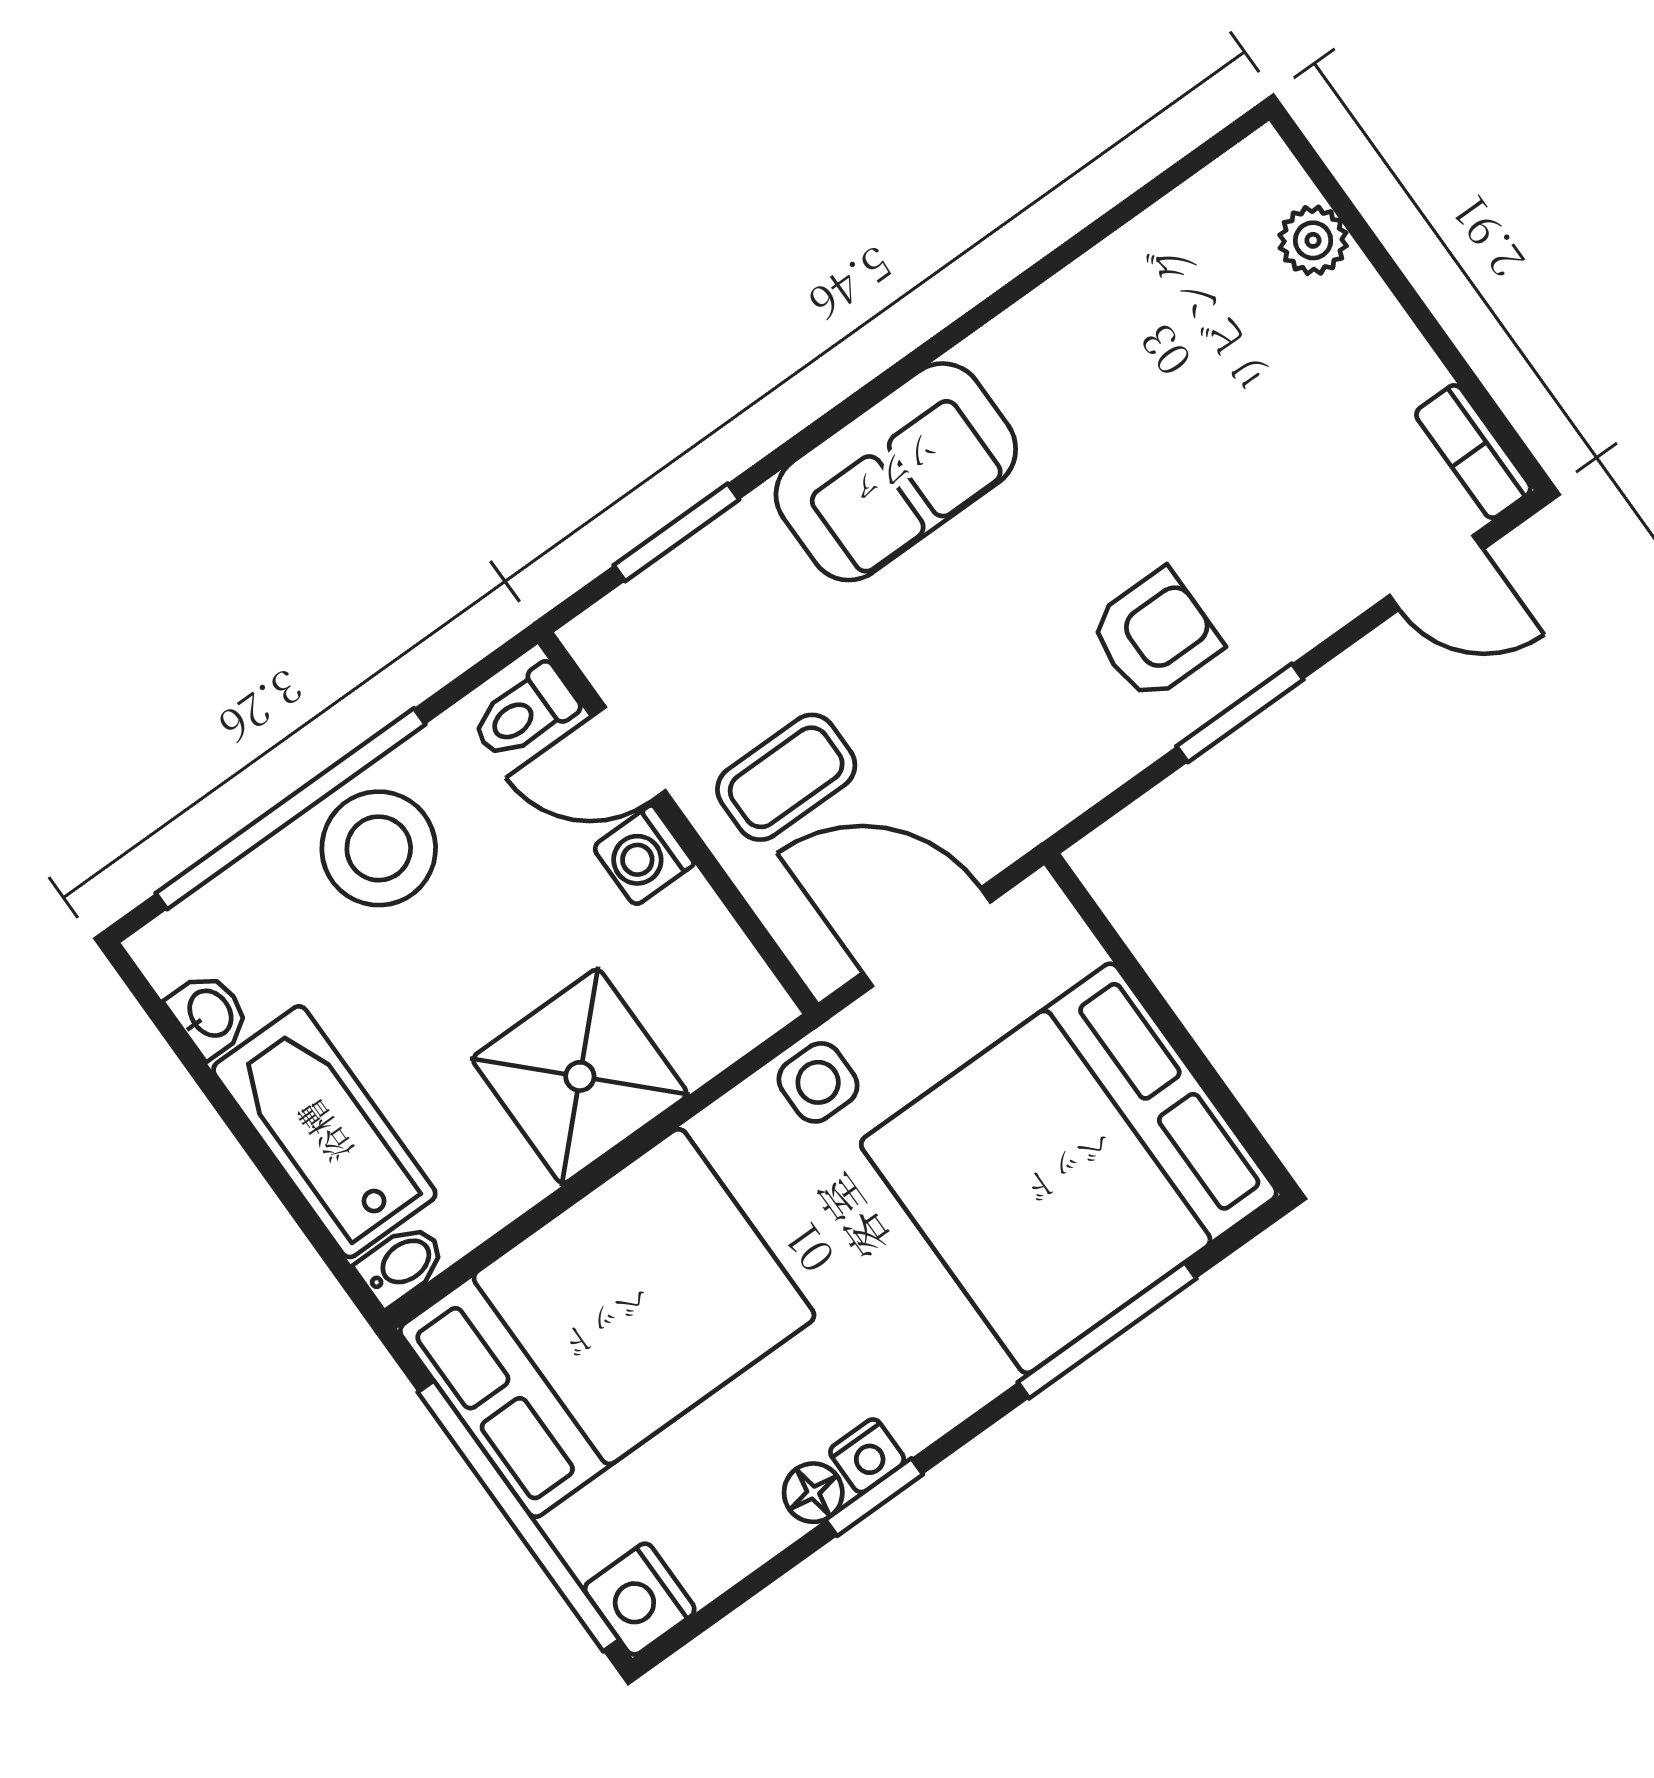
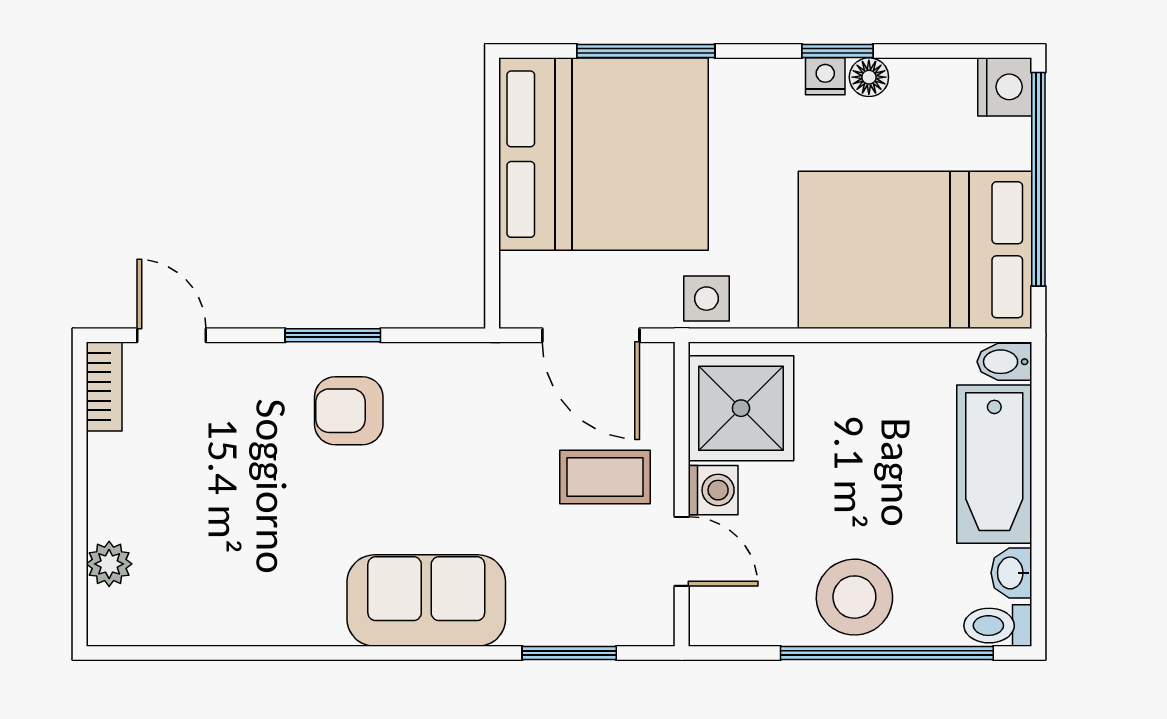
toilet: (524, 713) -> (998, 626), moved, turned 180
shower: (580, 1076) -> (741, 408), moved

